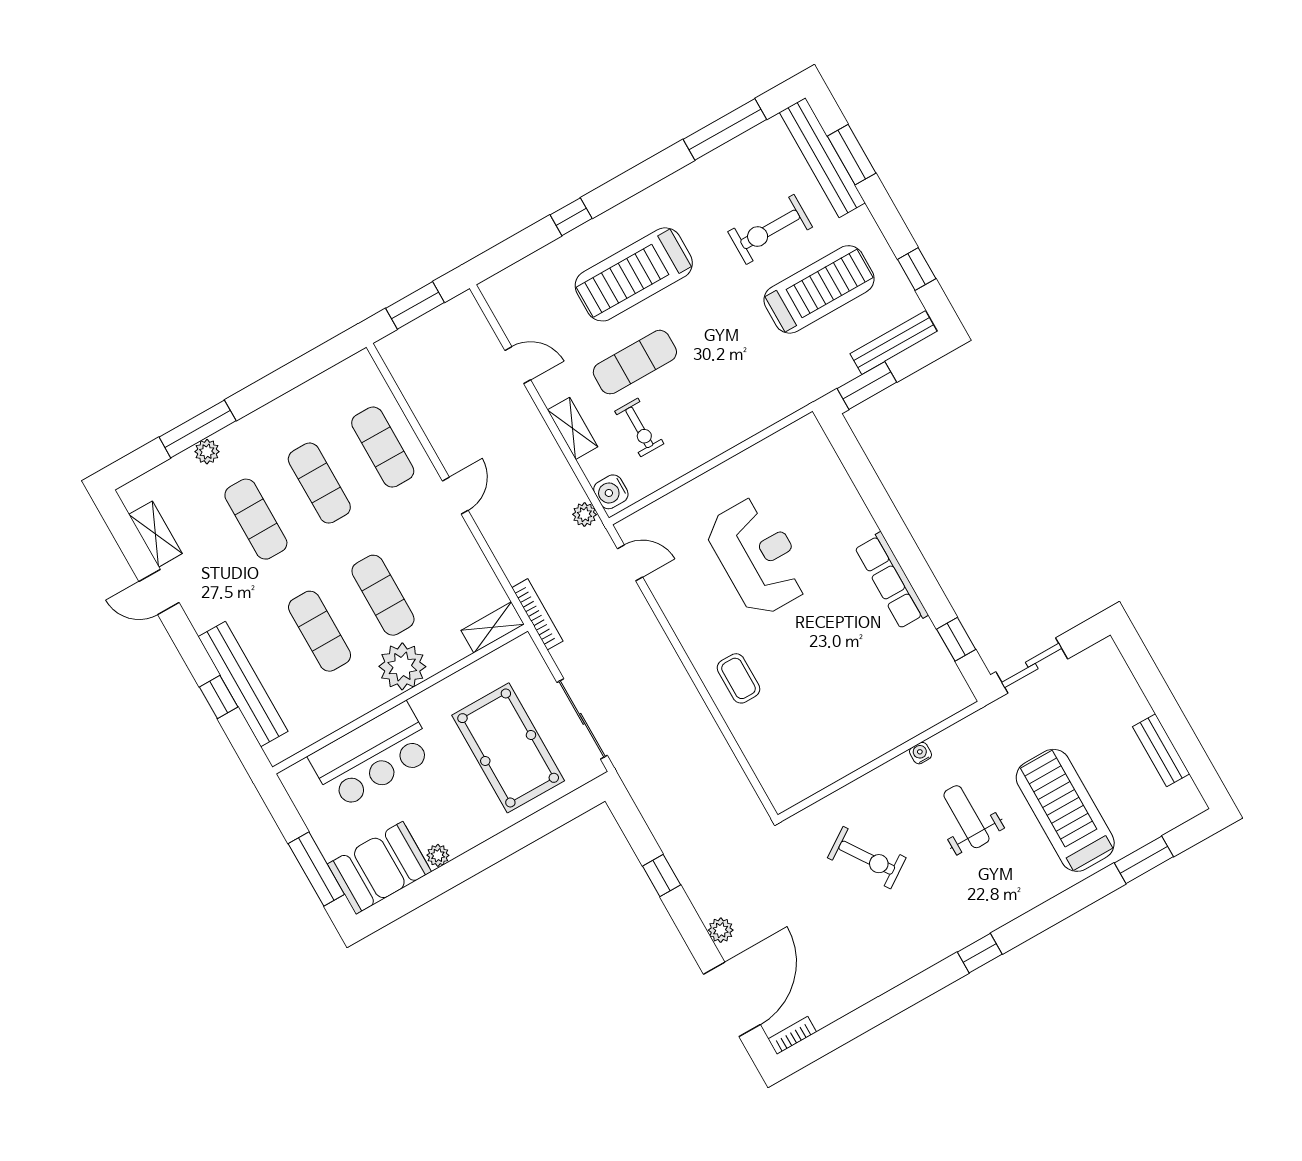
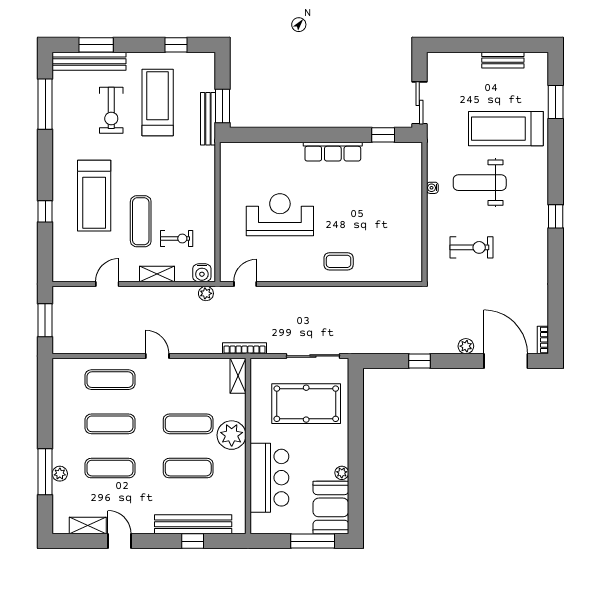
bench: (894, 343) -> (208, 119), moved
door: (159, 592) -> (119, 541), swing flipped
weight bench: (966, 817) -> (480, 183), width x1.36, depth x1.33
exercise bike: (867, 858) -> (471, 247), turned 34

